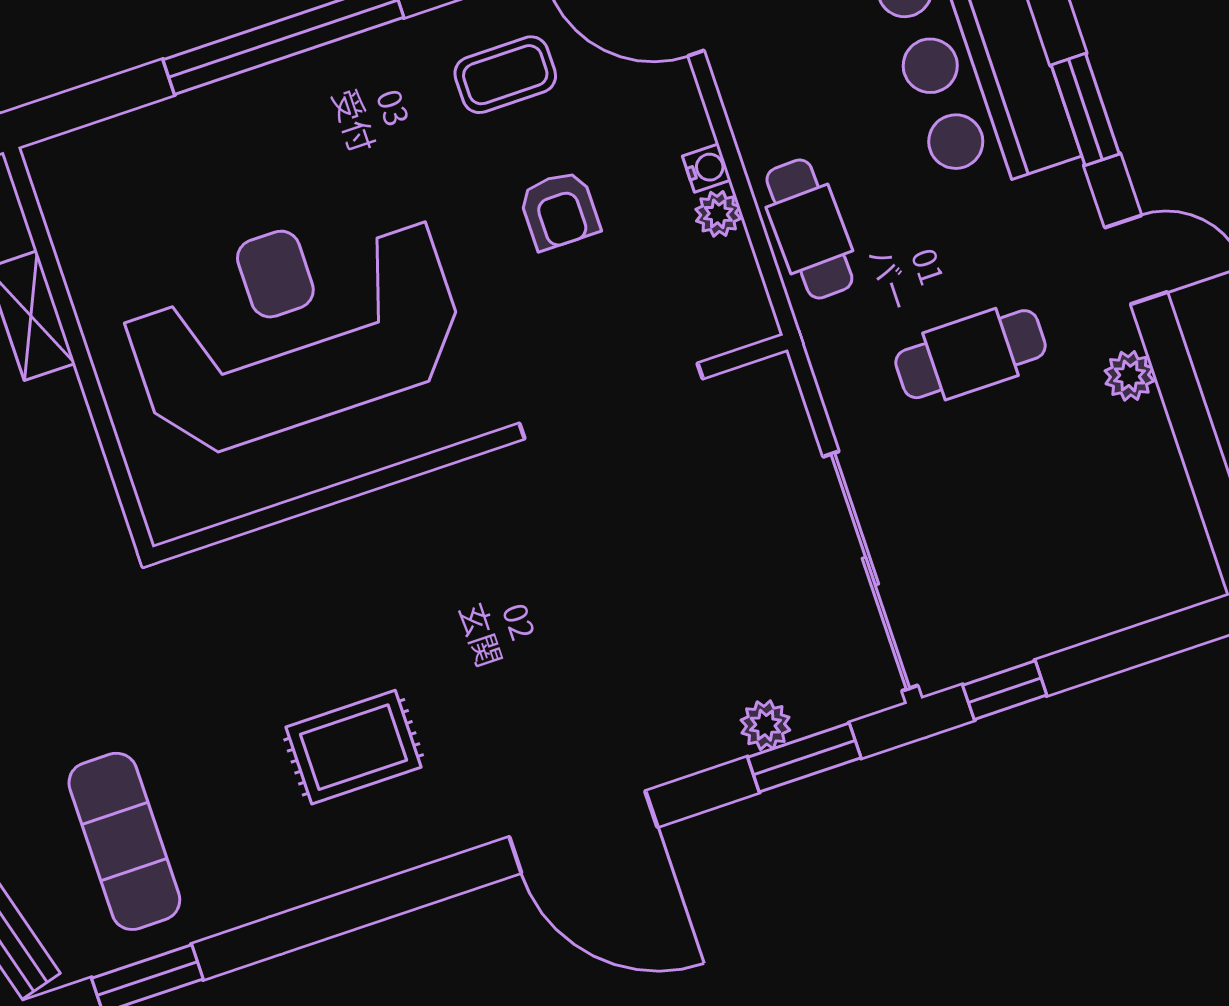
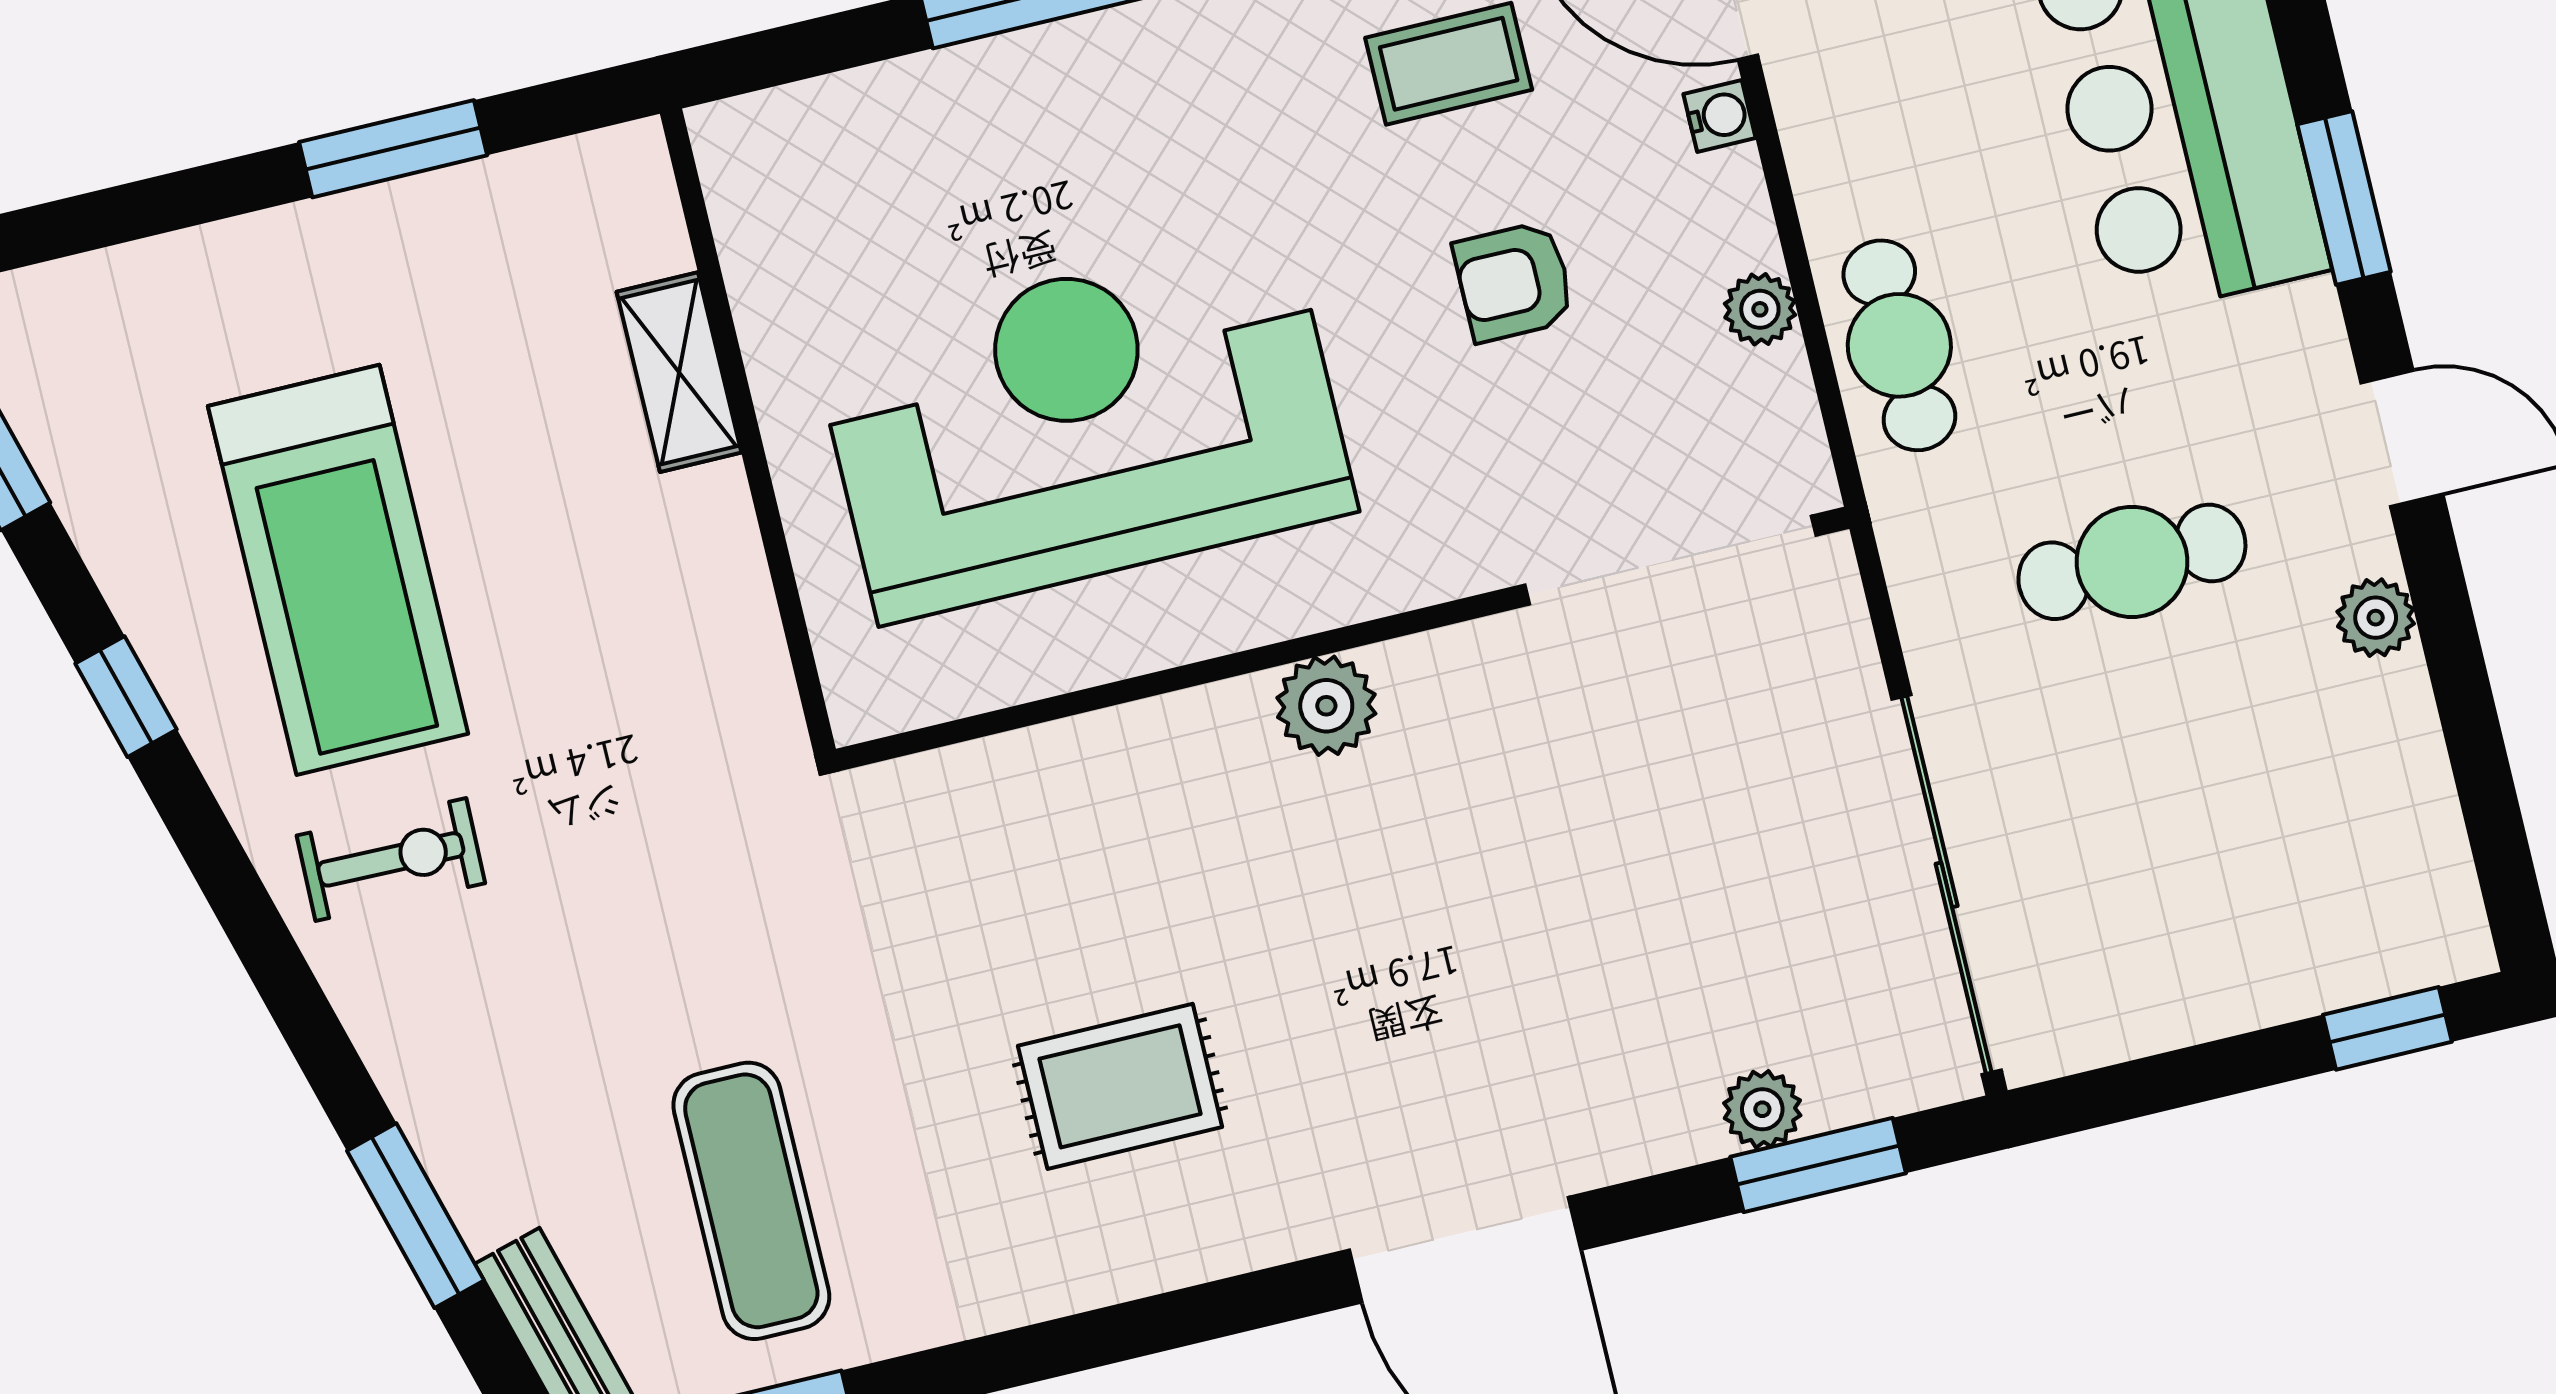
water cooler: (707, 168) -> (1719, 116), moved
armchair: (559, 210) -> (1514, 282), turned 90
doorway: (611, 401) -> (1670, 560), moved
plant: (464, 492) -> (1326, 706), added
window: (1005, 690) -> (2387, 1028), moved

